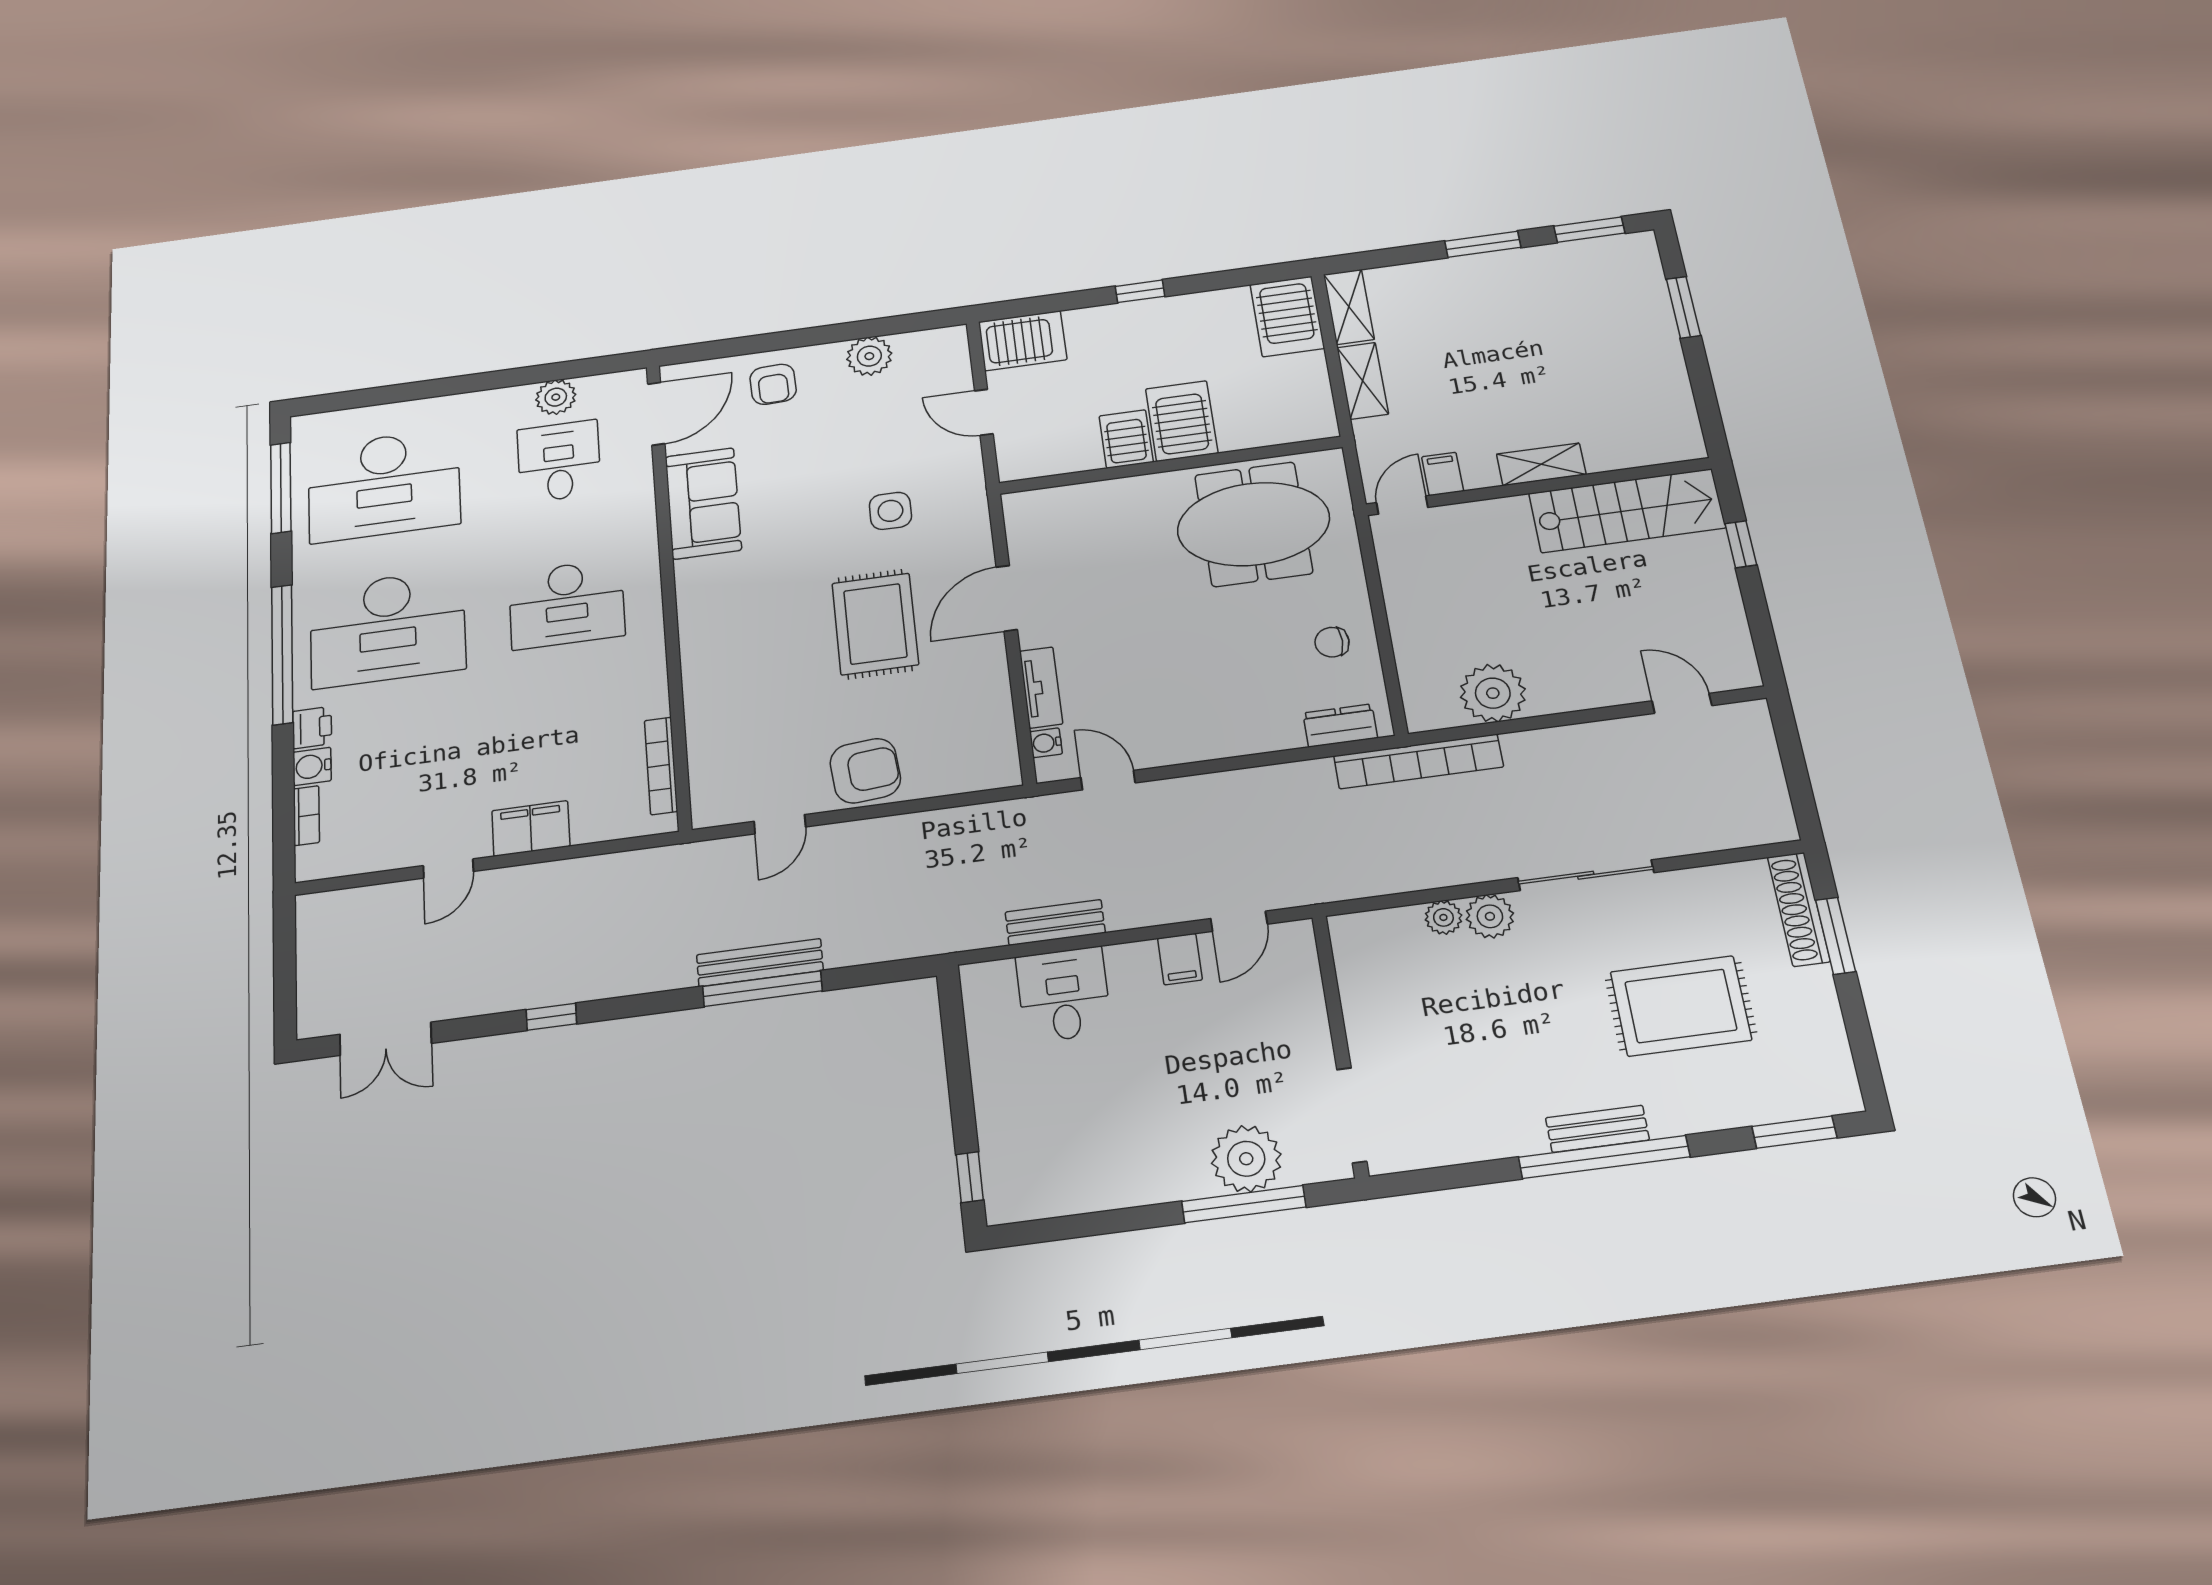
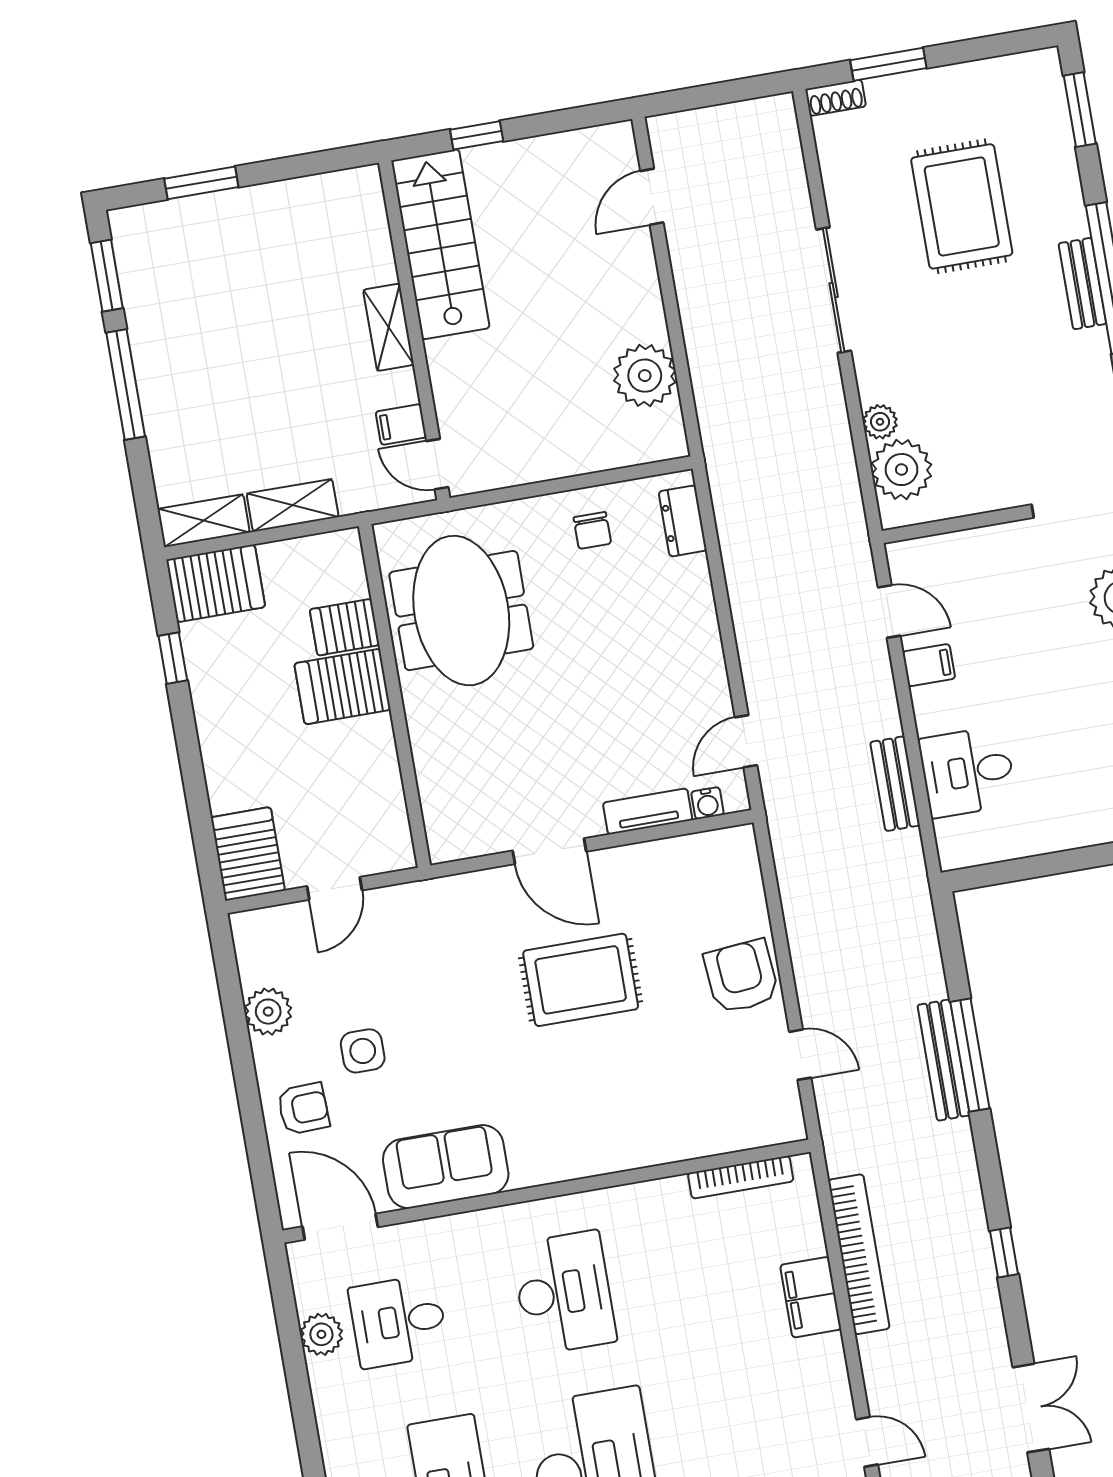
window: (1483, 244) -> (126, 385), width x1.44
window: (1140, 291) -> (173, 658), moved
server rack: (1126, 439) -> (345, 627), moved
side table: (890, 511) -> (363, 1051), moved
bookcase: (1418, 761) -> (859, 1254), moved
door: (448, 869) -> (867, 1442), moved
shoe rack: (1799, 909) -> (836, 98), width x0.51, depth x0.81
plant: (1490, 916) -> (901, 470), moved, width x1.36, depth x1.36

